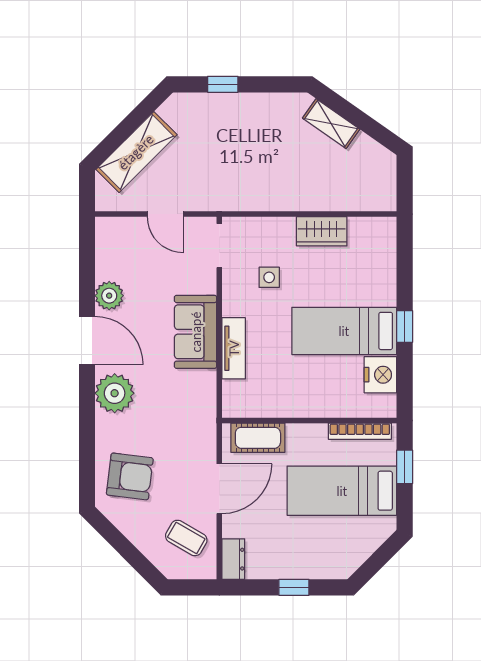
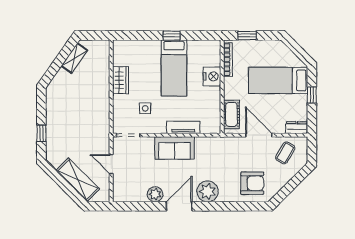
shelving: (331, 124) -> (74, 58), moved
door: (165, 214) -> (111, 164), swing flipped
nightstand: (380, 375) -> (212, 76), moved, turned 90
armchair: (130, 476) -> (252, 183), turned 83
bed: (342, 491) -> (278, 80), moved, turned 90

